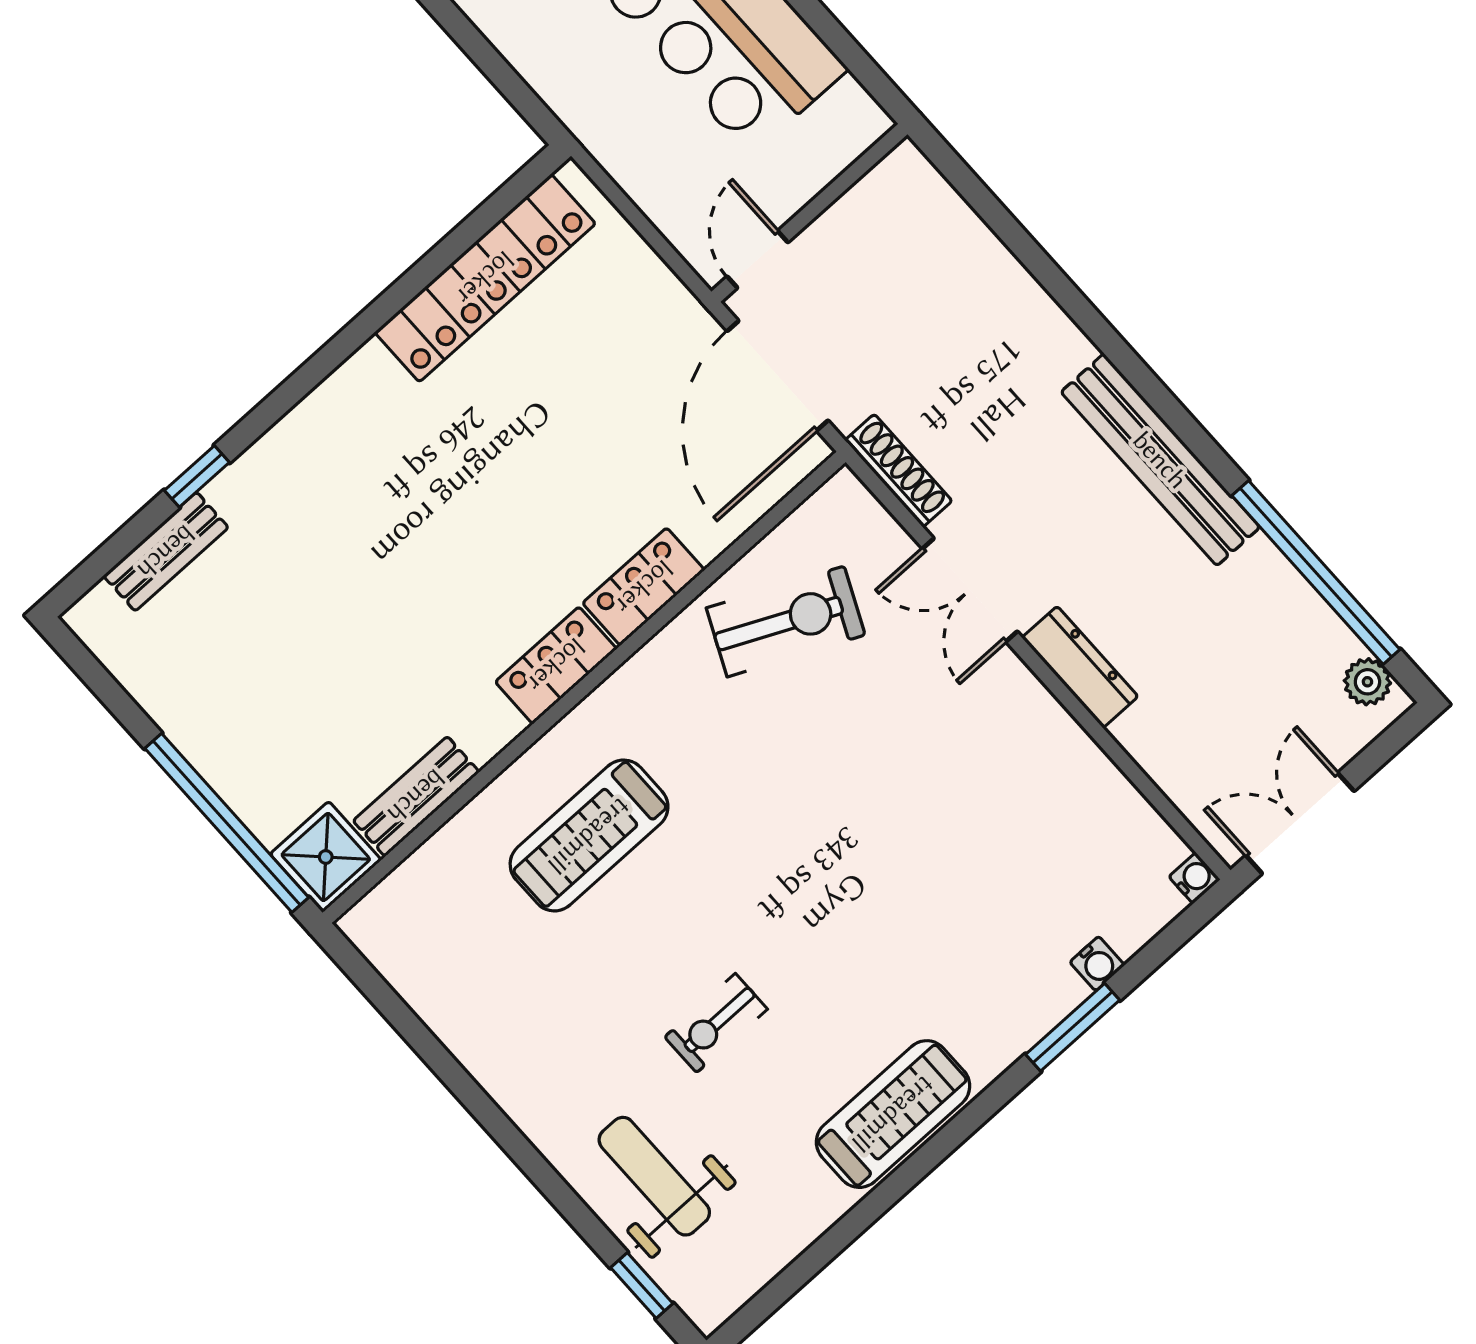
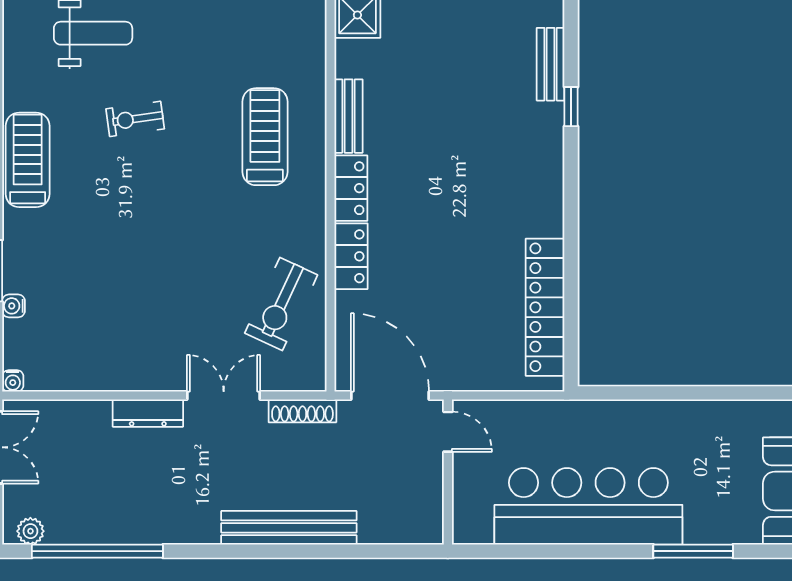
bench: (1160, 460) -> (289, 528), moved
bench: (416, 796) -> (348, 116), moved
exercise bike: (716, 1023) -> (135, 119), turned -98
treadmill: (893, 1114) -> (28, 160), turned 180

